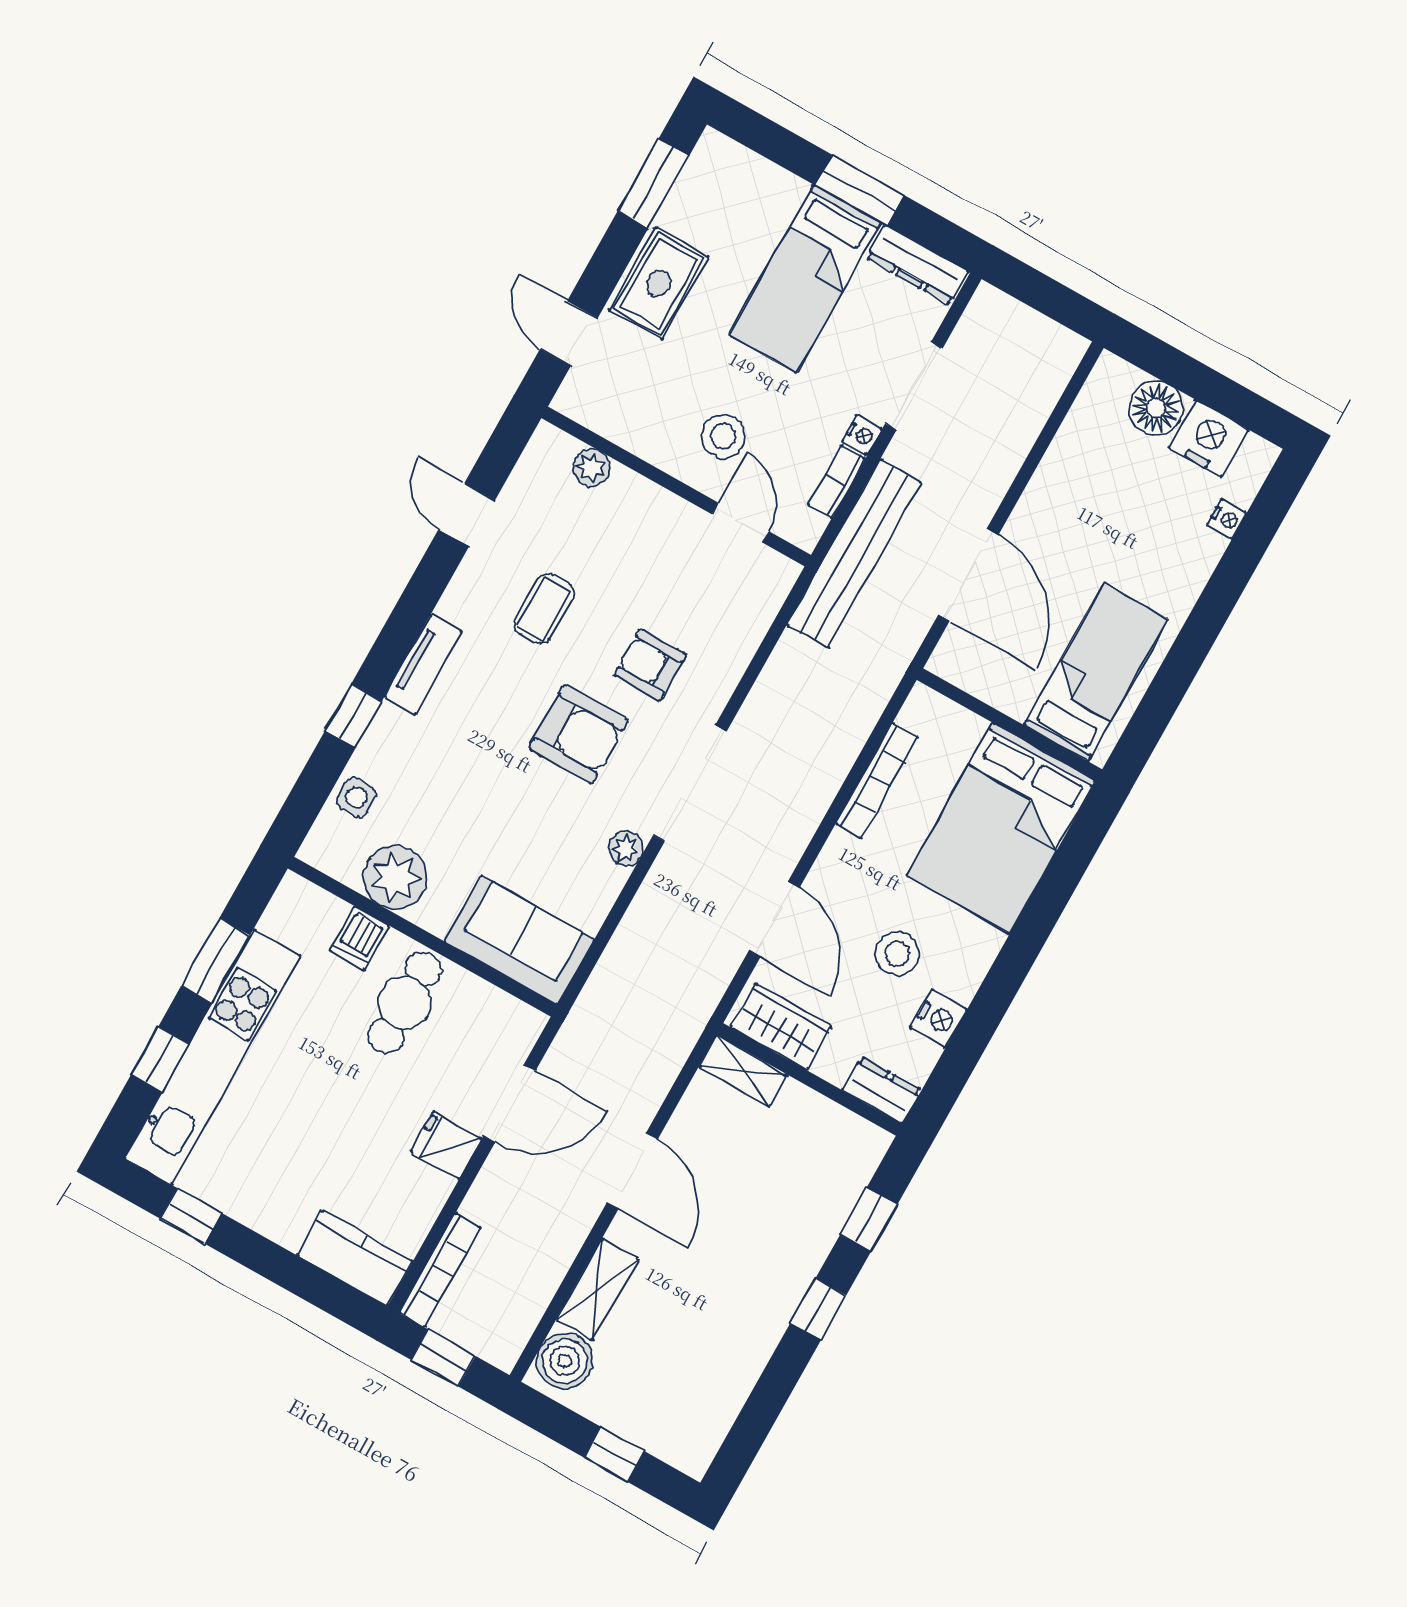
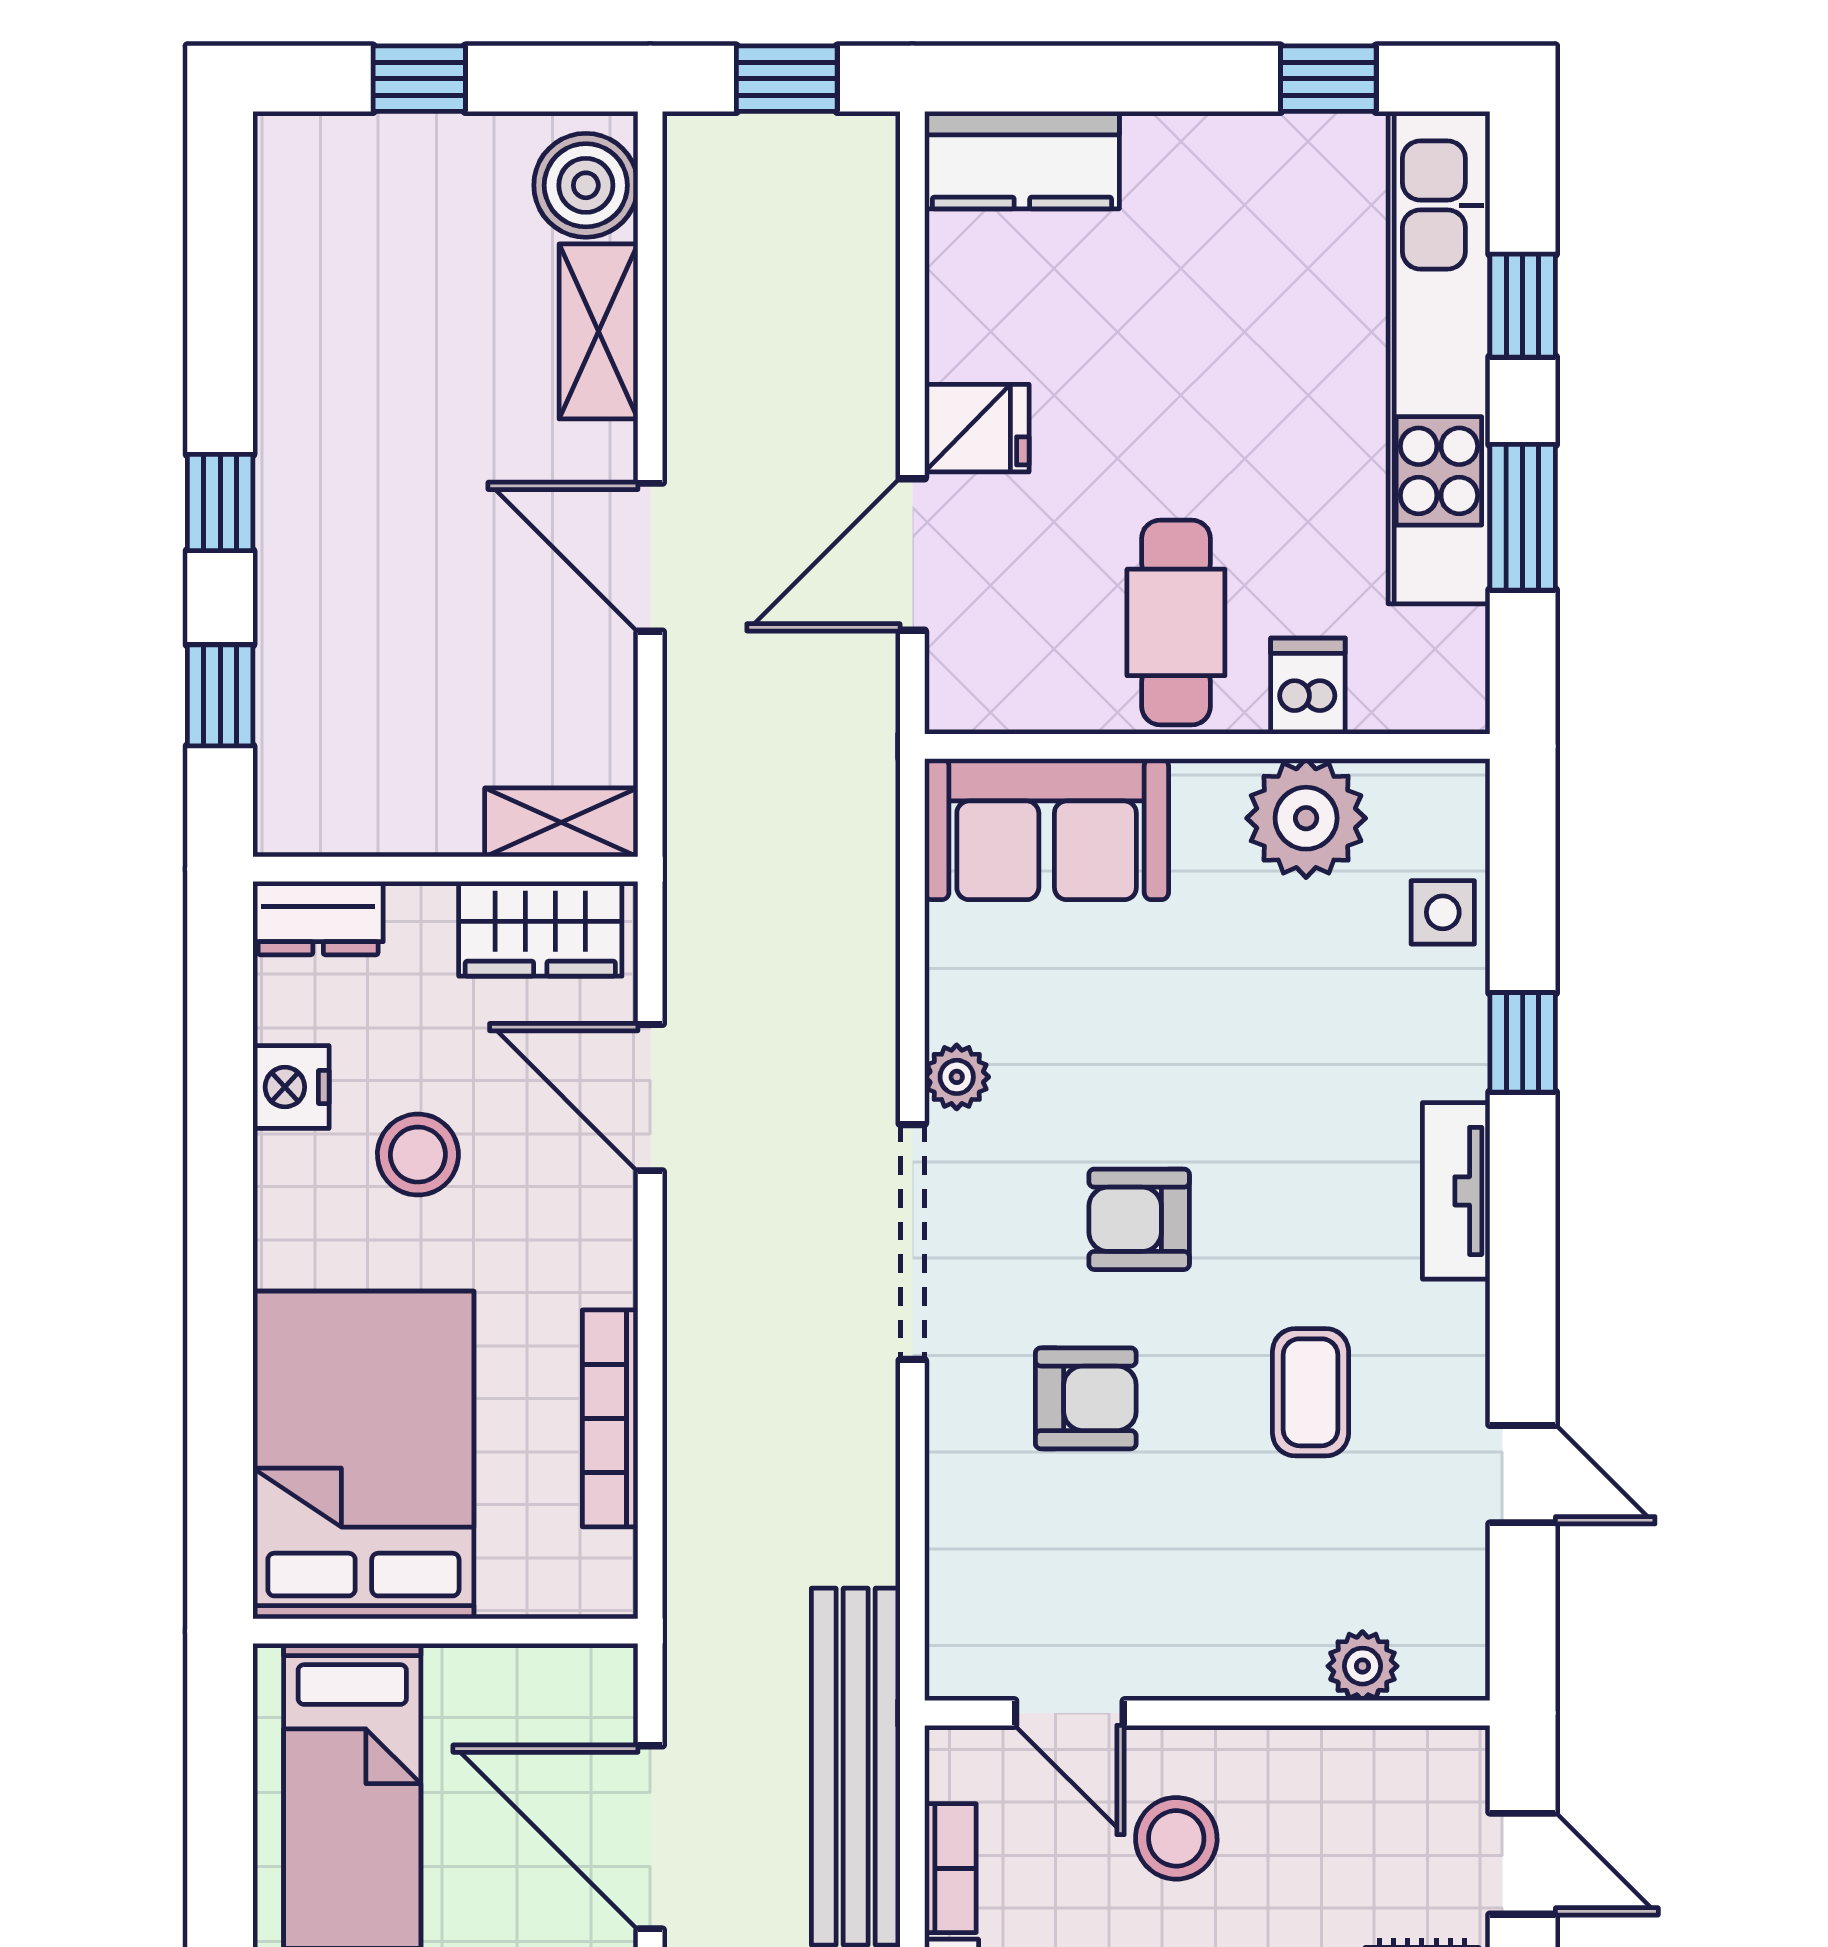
armchair: (578, 734) -> (1139, 1219), width x0.72, depth x0.72
bookcase: (440, 1270) -> (873, 219), removed

